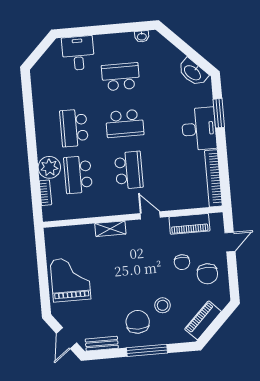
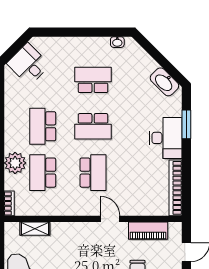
desk: (78, 53) -> (28, 64), moved, turned -45
bookcase: (45, 193) -> (9, 203), moved
shelving: (110, 229) -> (35, 229), moved

